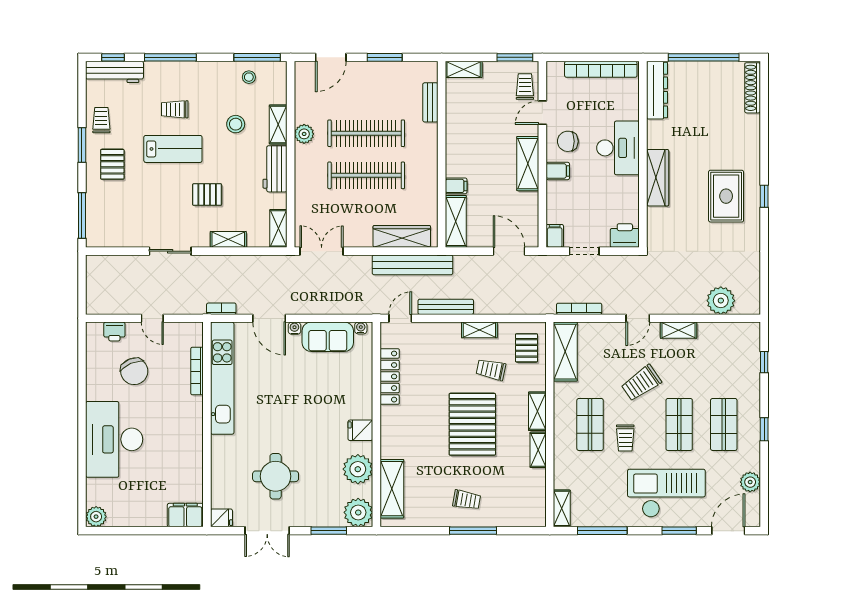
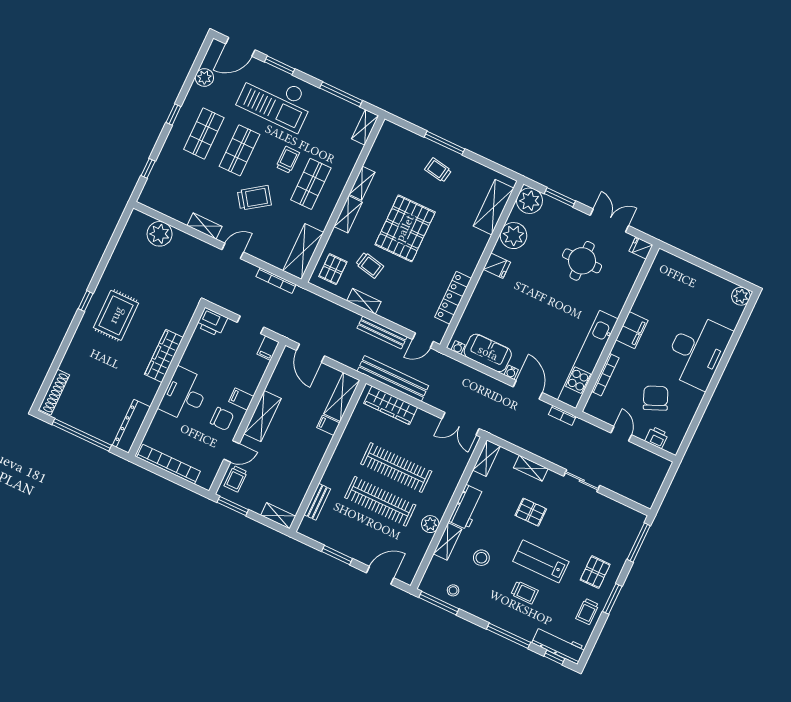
filing cabinet: (185, 515) -> (632, 330), moved, turned -90

